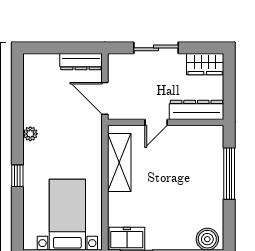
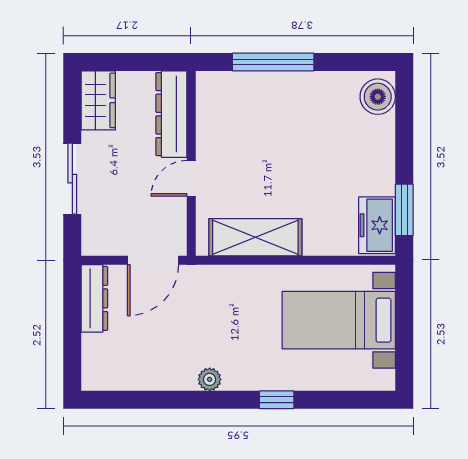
door: (156, 122) -> (191, 178), swing flipped

